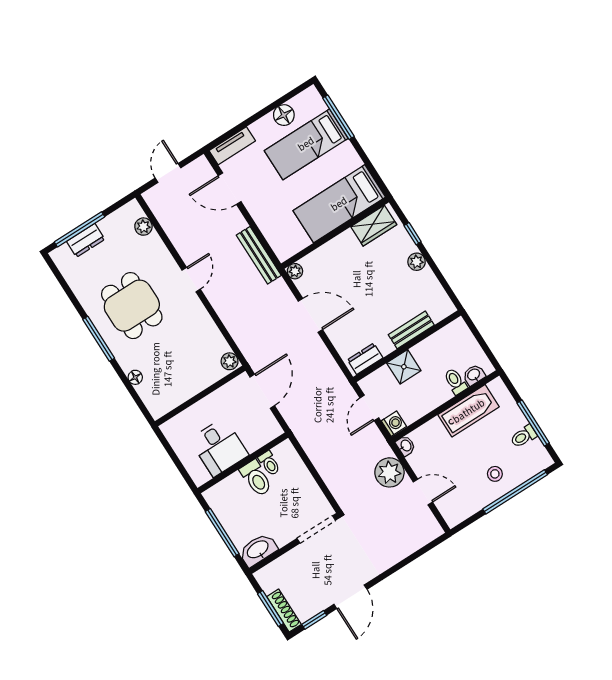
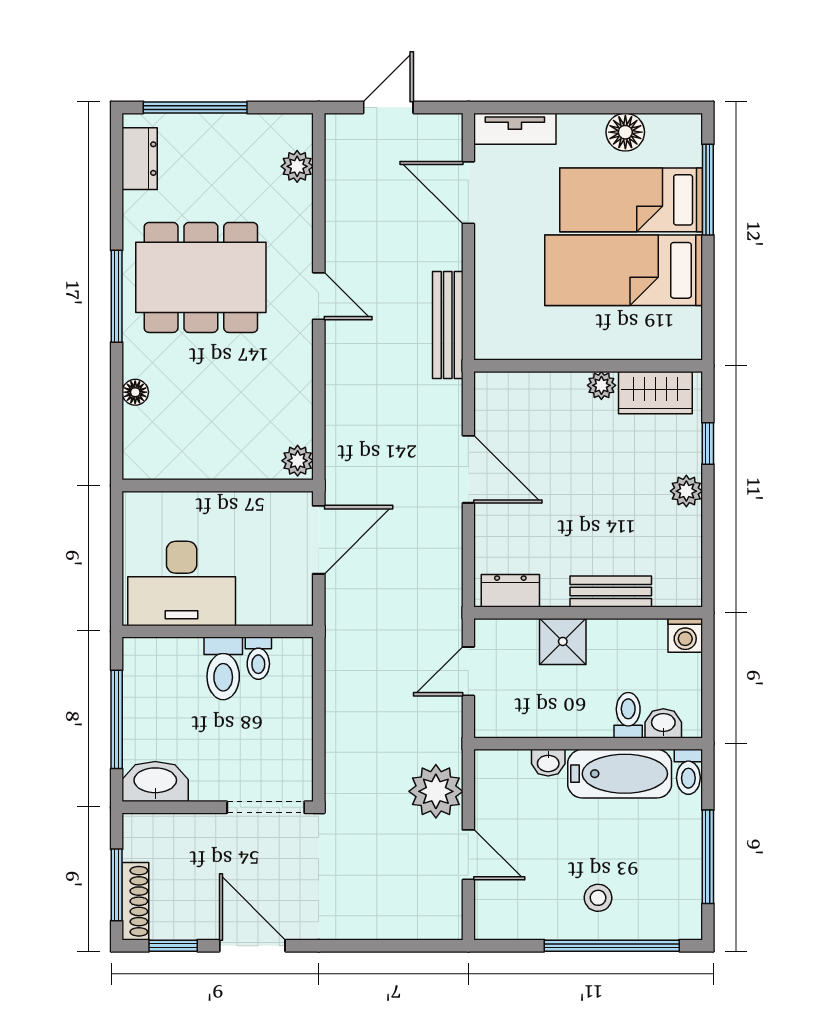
bed: (339, 204) -> (624, 270), moved
dresser: (86, 240) -> (140, 159), moved, turned -90
plant: (295, 271) -> (601, 385), moved
door: (191, 280) -> (319, 296), hinge flipped
dining table: (132, 306) -> (201, 277), width x1.37
washing machine: (394, 424) -> (685, 635), moved, turned 90
toilet: (524, 436) -> (688, 772), moved, turned -90
washbasin: (406, 446) -> (548, 763), moved, turned 90
desk: (219, 447) -> (182, 583), width x1.37
door: (350, 597) -> (252, 946), swing flipped

